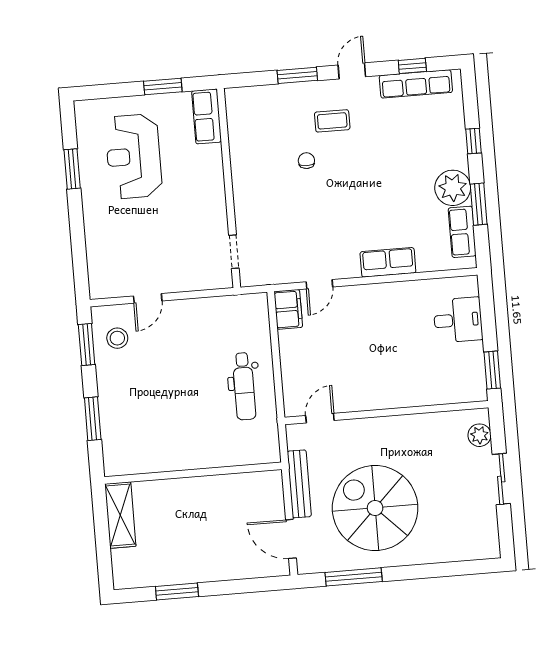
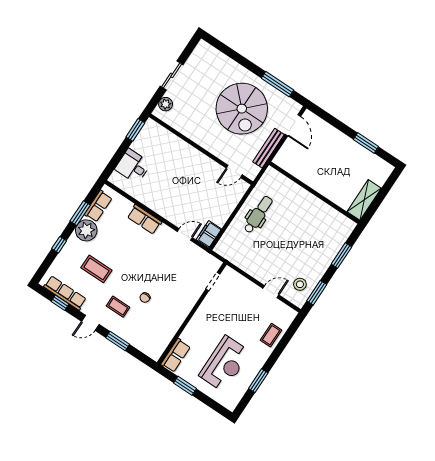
coffee table: (400, 148) -> (96, 269), added
coffee table: (102, 242) -> (271, 335), added

